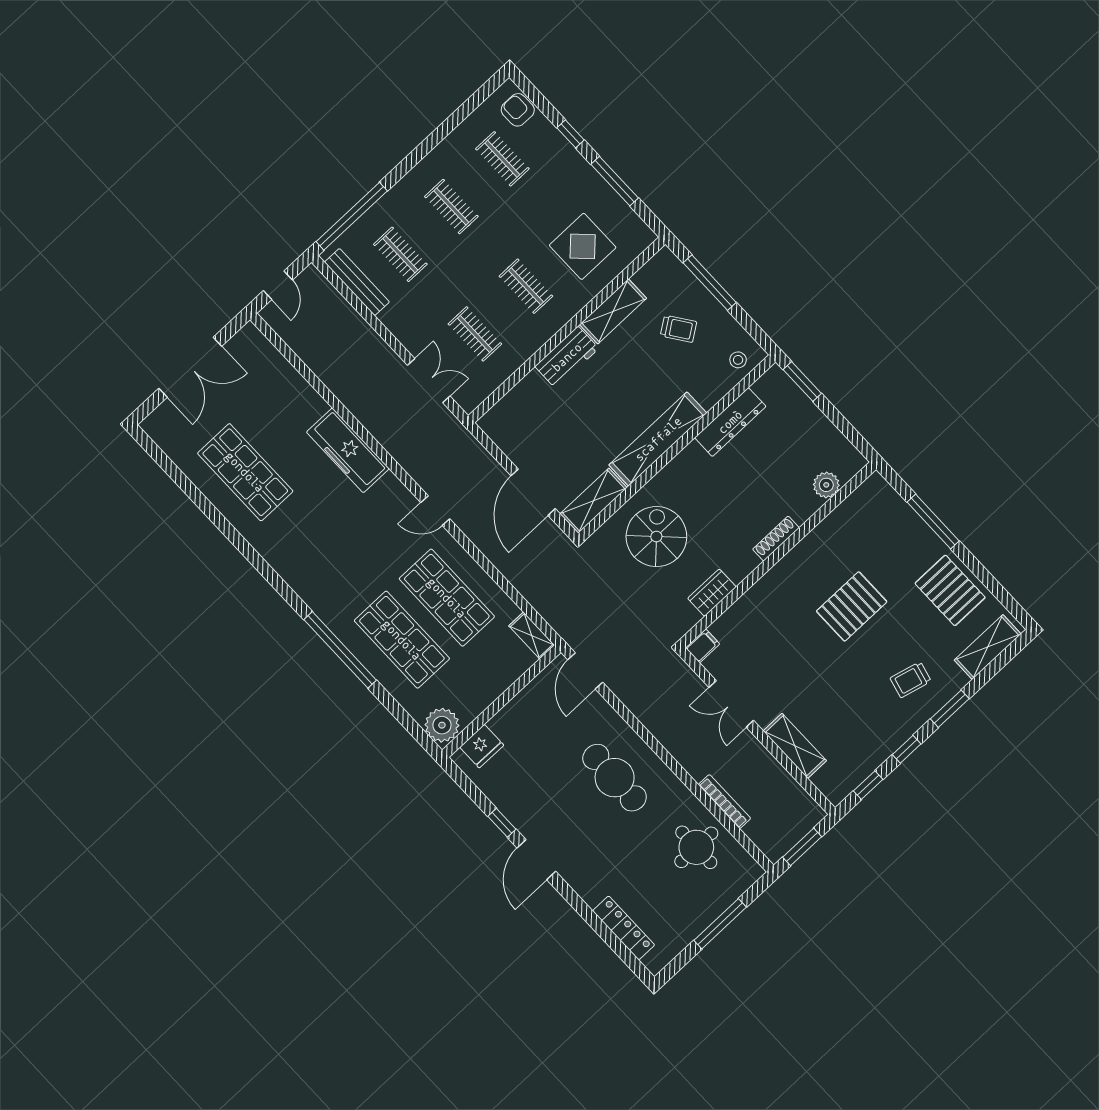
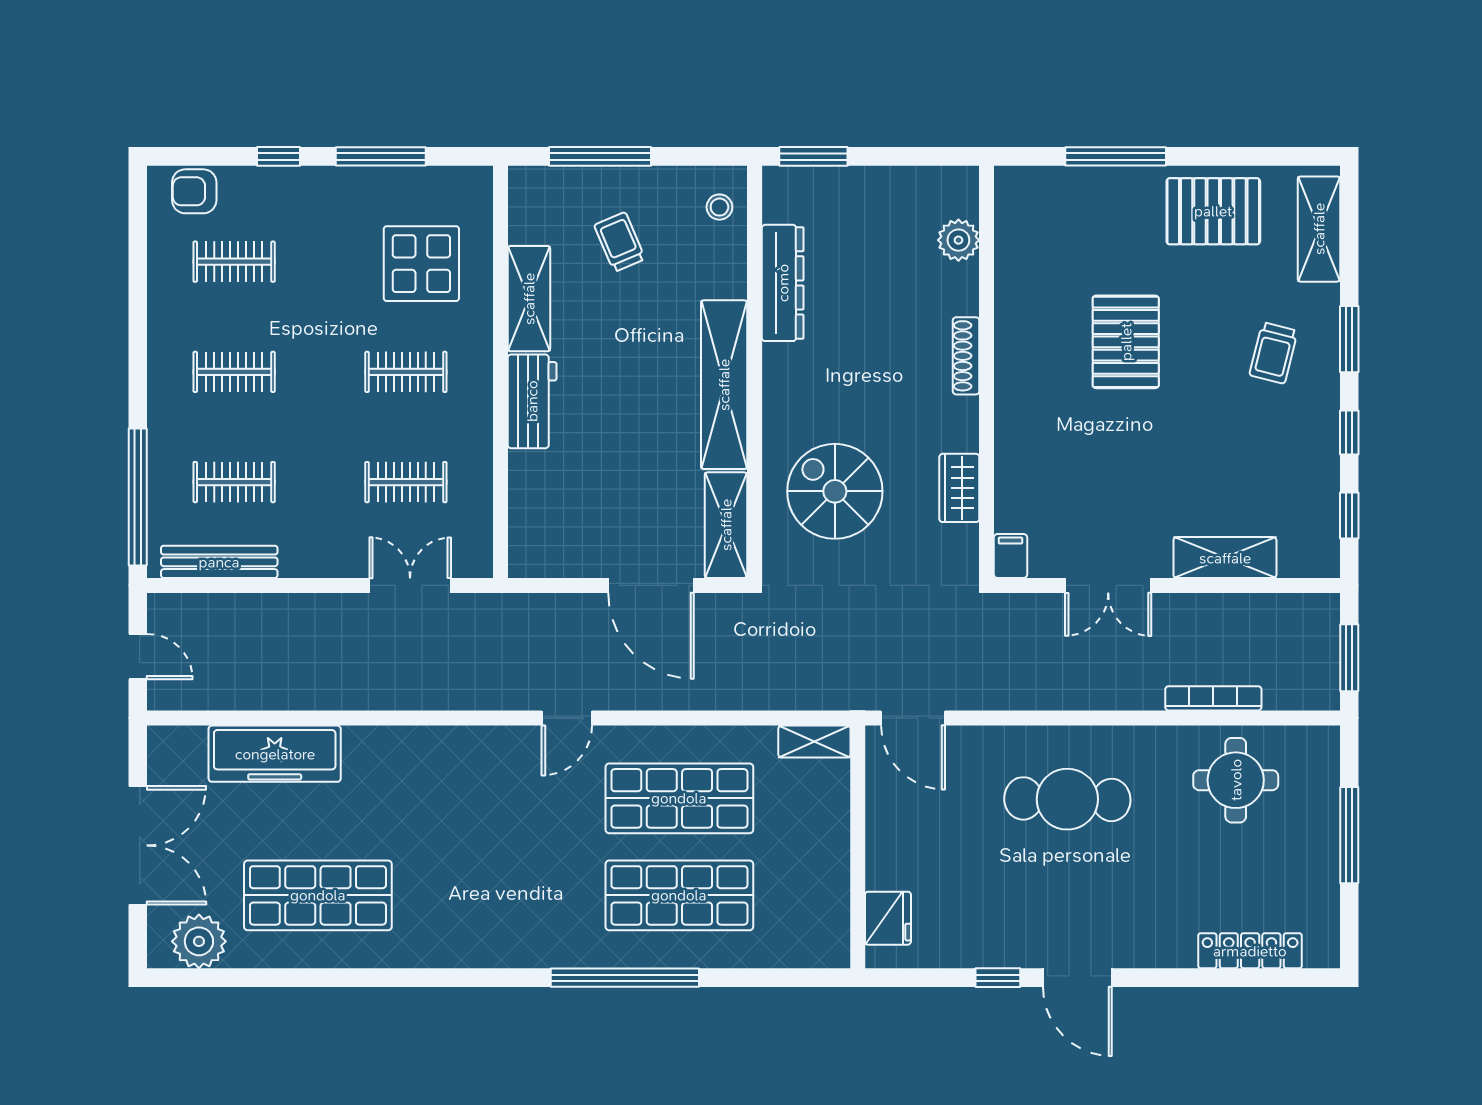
trolley: (679, 329) -> (620, 242), turned -78
freezer: (348, 450) -> (275, 754), moved
plant: (442, 725) -> (199, 941), moved

